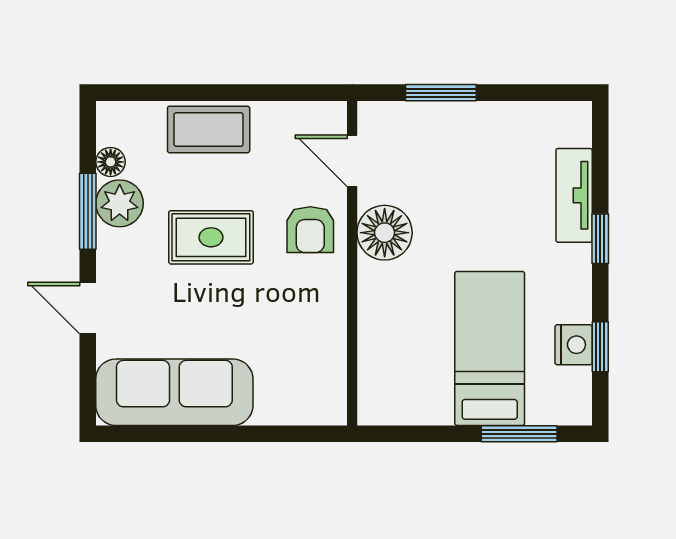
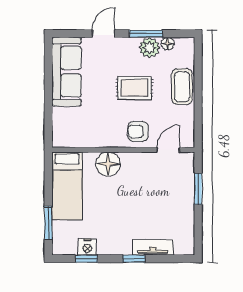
floor lamp: (385, 233) -> (108, 164), moved
rug: (211, 237) -> (135, 88), turned 90
bed: (490, 348) -> (67, 186), moved, turned 90

